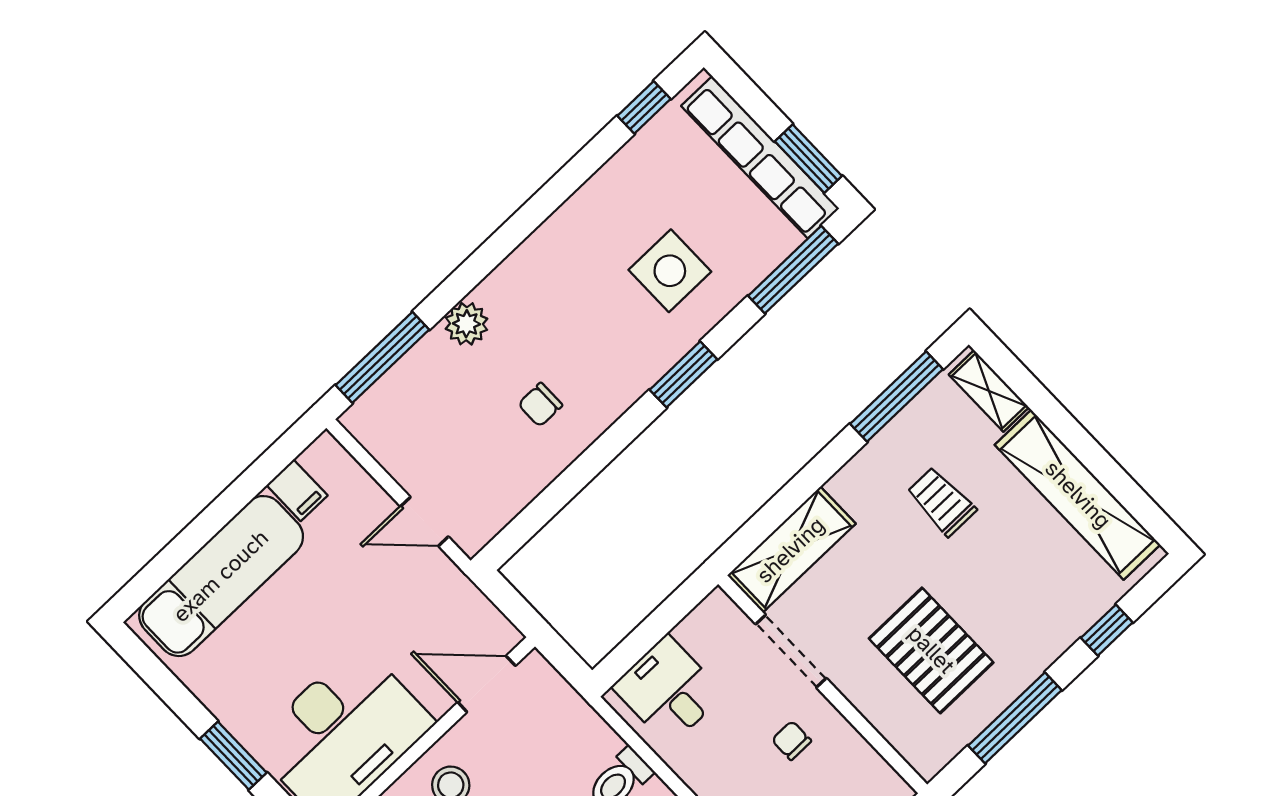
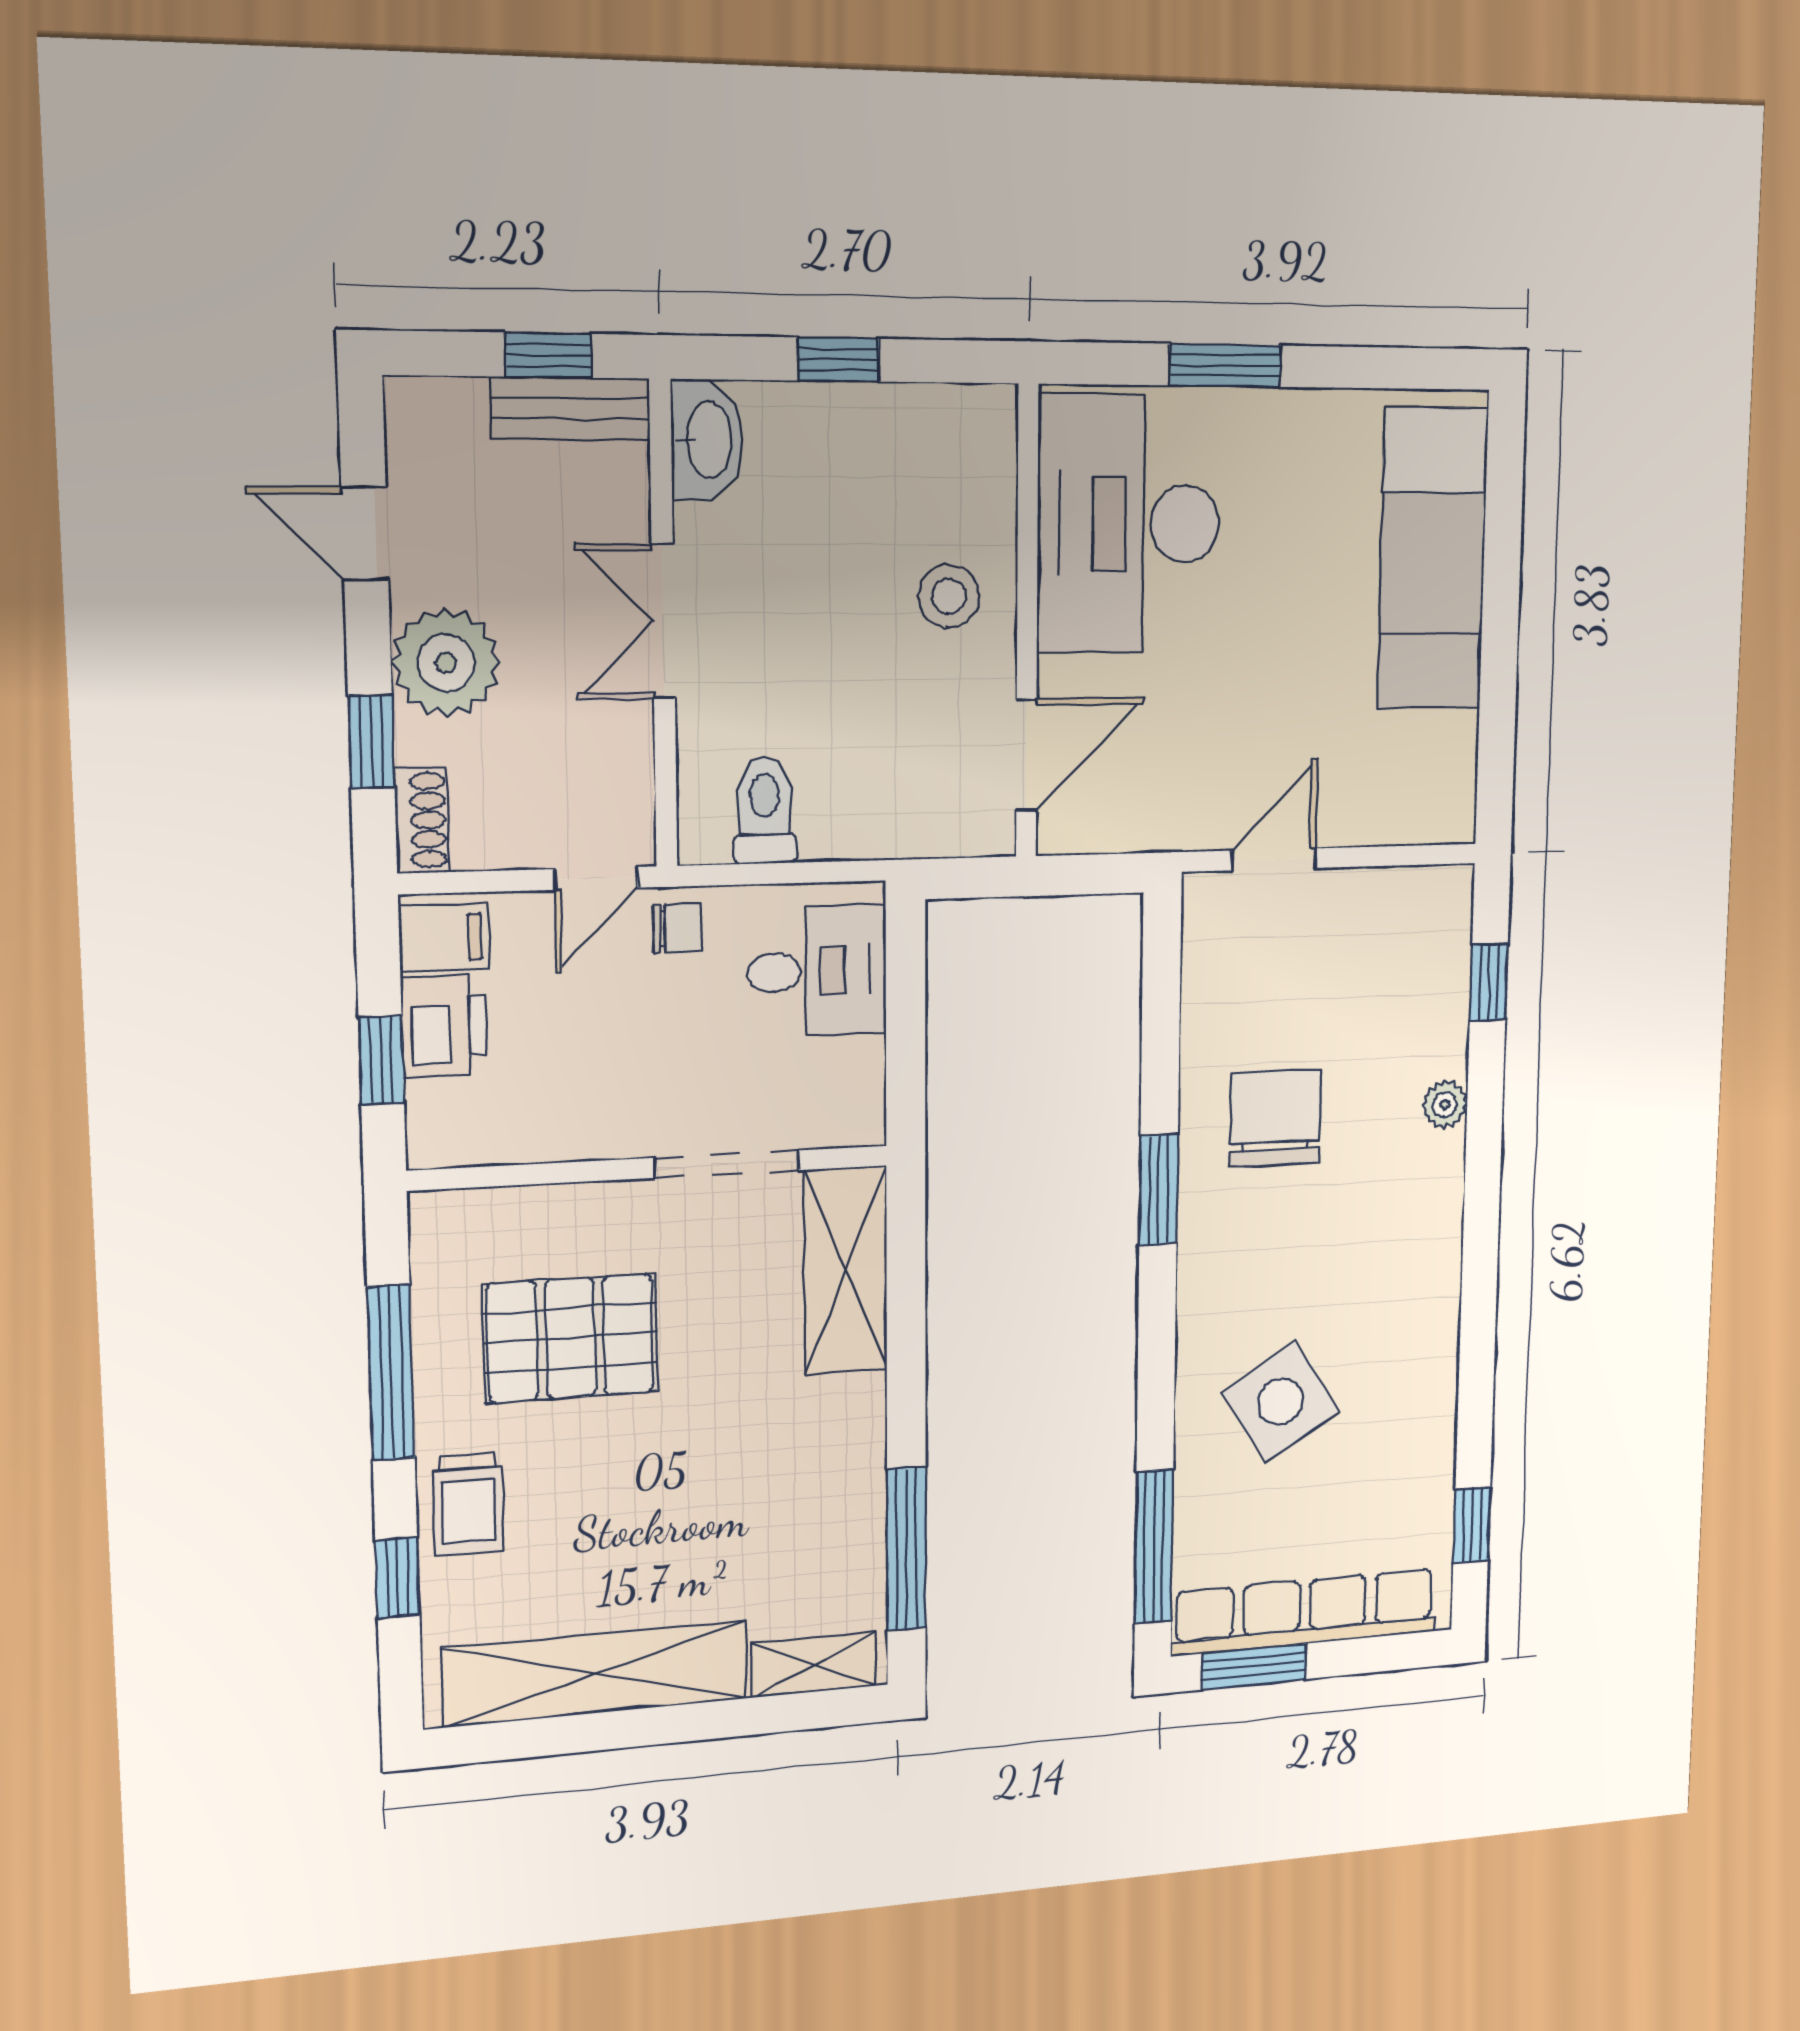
side table: (670, 271) -> (1280, 1402), turned -32
plant: (467, 324) -> (1445, 1104), width x0.73, depth x0.73
window: (382, 357) -> (1489, 982), width x0.46
window: (683, 374) -> (1159, 1190), moved
chair: (540, 405) -> (1275, 1118), width x1.87, depth x1.87
filing cabinet: (297, 490) -> (1442, 743), removed
trolley: (941, 502) -> (468, 1504), moved, turned 90
chair: (792, 740) -> (677, 928), moved

